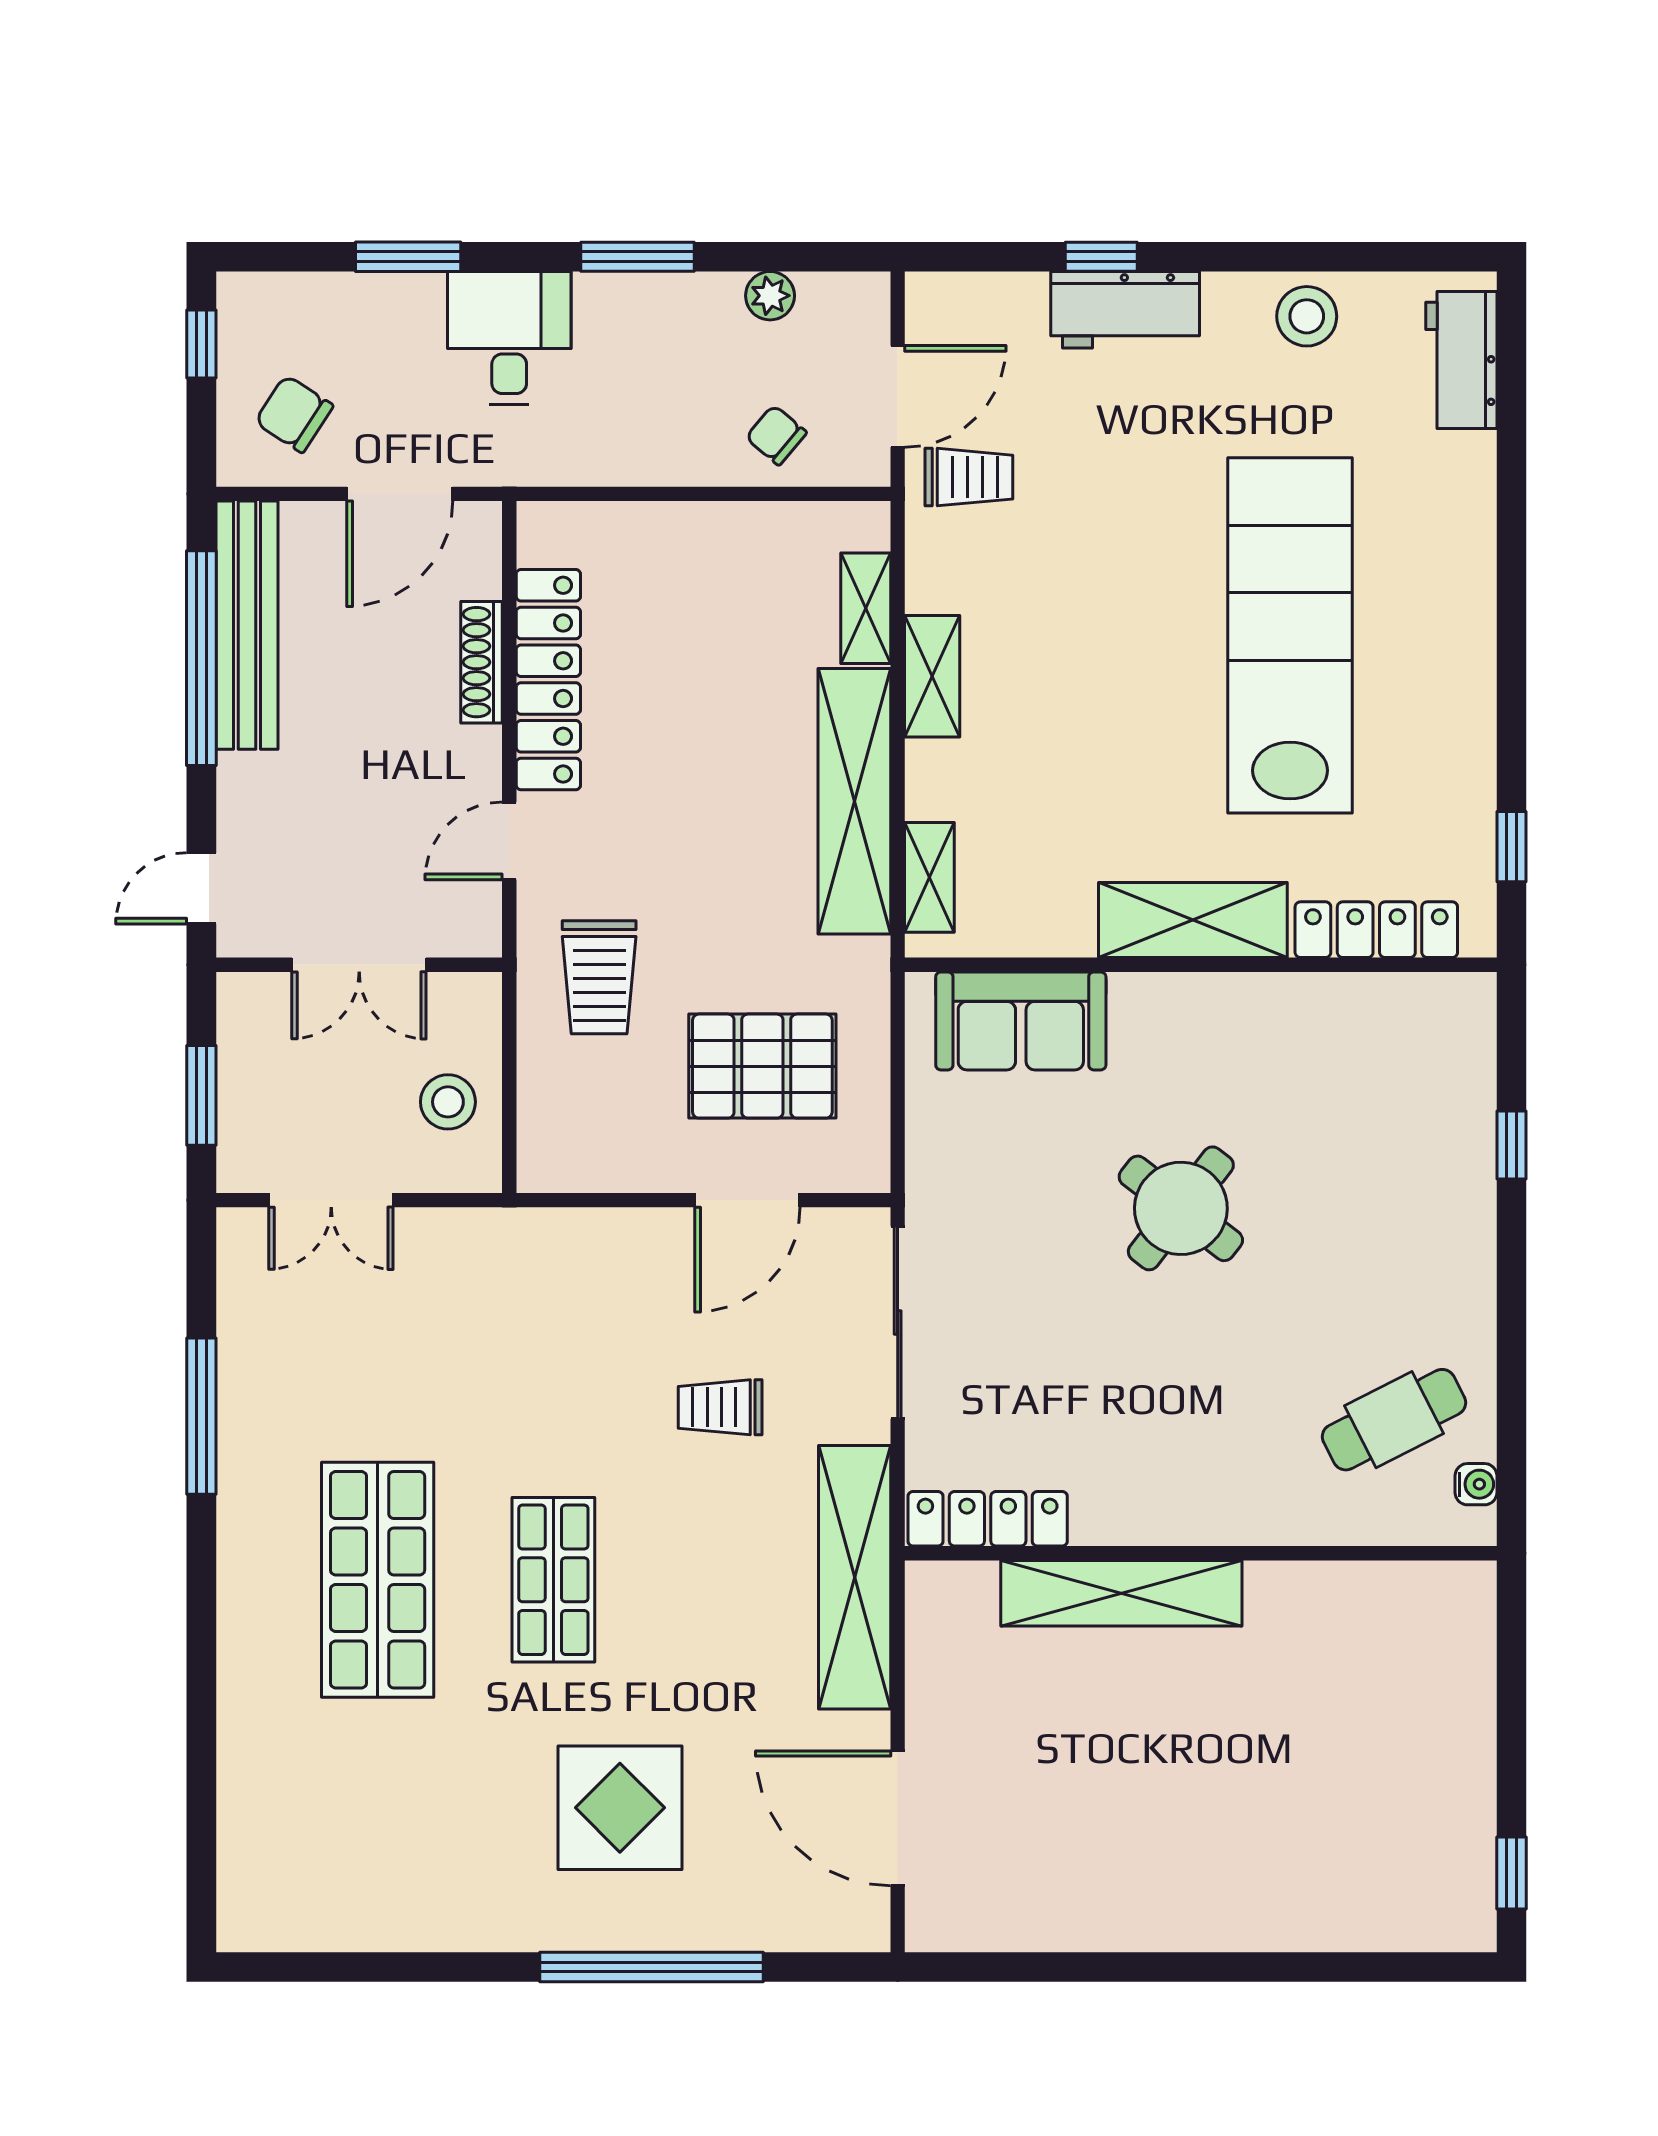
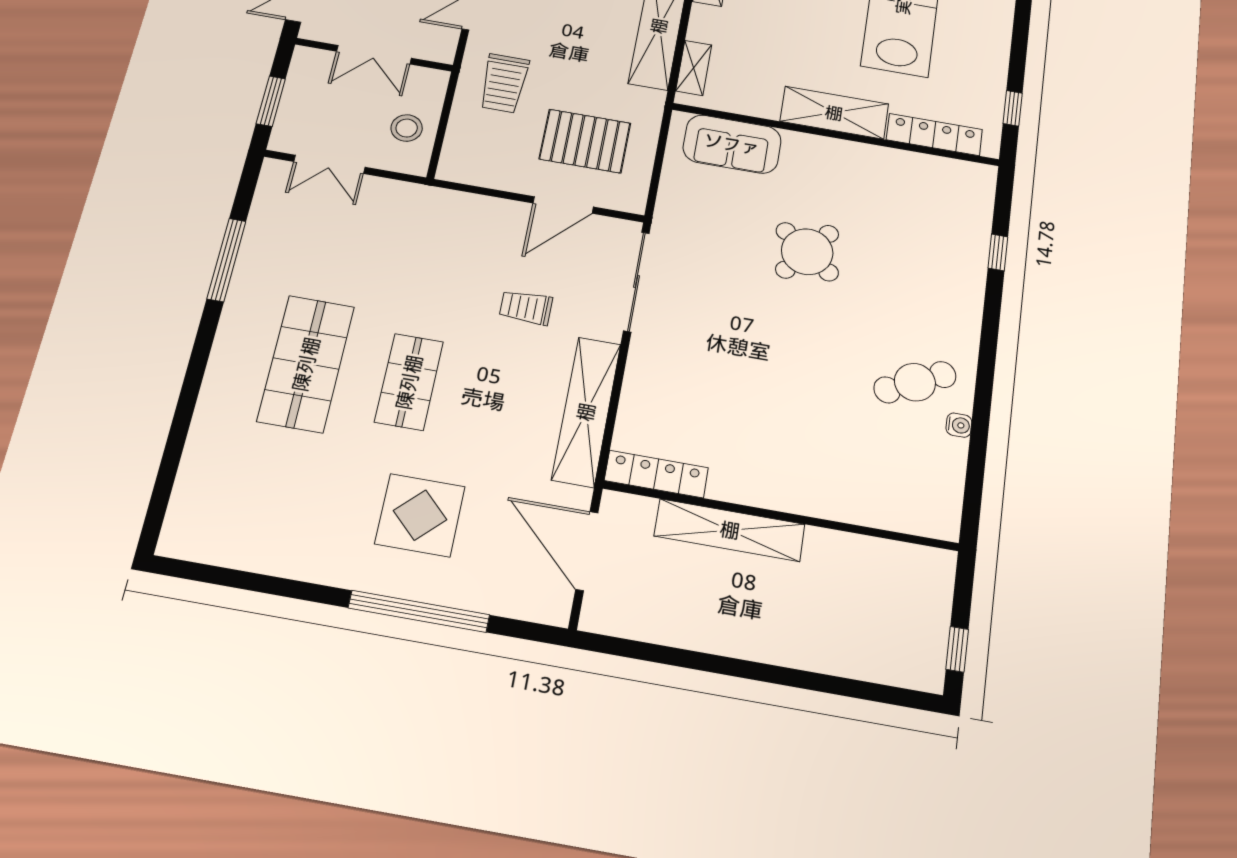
locker: (988, 1519) -> (656, 474), moved
wall: (1201, 1553) -> (781, 516), moved
shelving: (1121, 1593) -> (730, 530), moved

